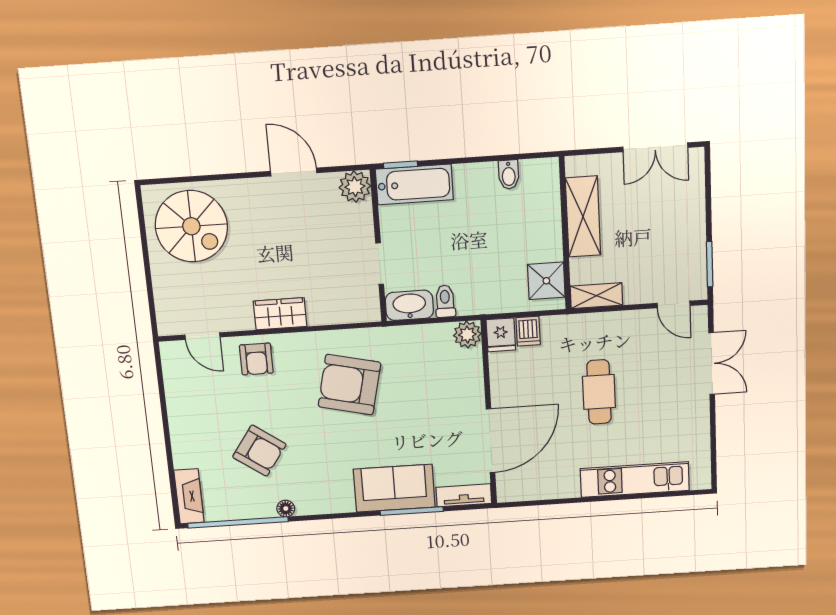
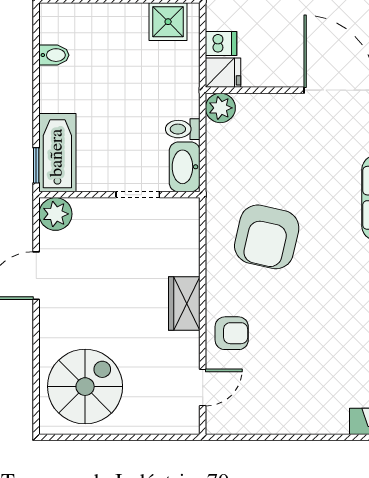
armchair: (259, 451) -> (334, 340), removed

